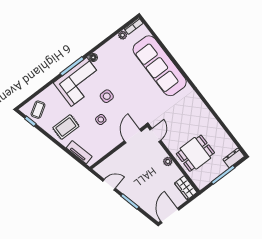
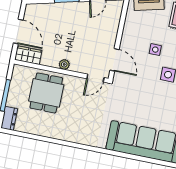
door: (155, 135) -> (95, 78), hinge flipped
door: (170, 215) -> (18, 31), moved

